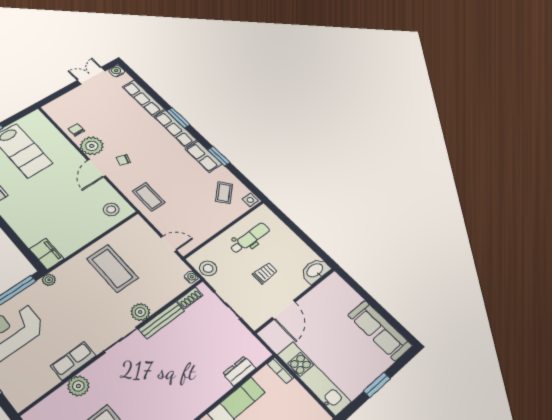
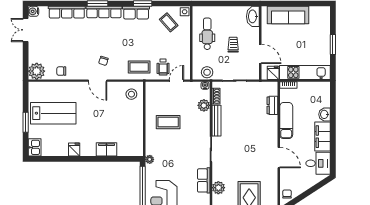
plant: (92, 146) -> (37, 71), moved
wheelchair: (171, 220) -> (163, 67), added
filing cabinet: (47, 254) -> (107, 149), moved
coffee table: (112, 268) -> (168, 122), width x0.73, depth x0.76
plant: (140, 312) -> (204, 105), moved
sofa: (380, 330) -> (288, 15), moved
fridge: (277, 341) -> (273, 73), added

